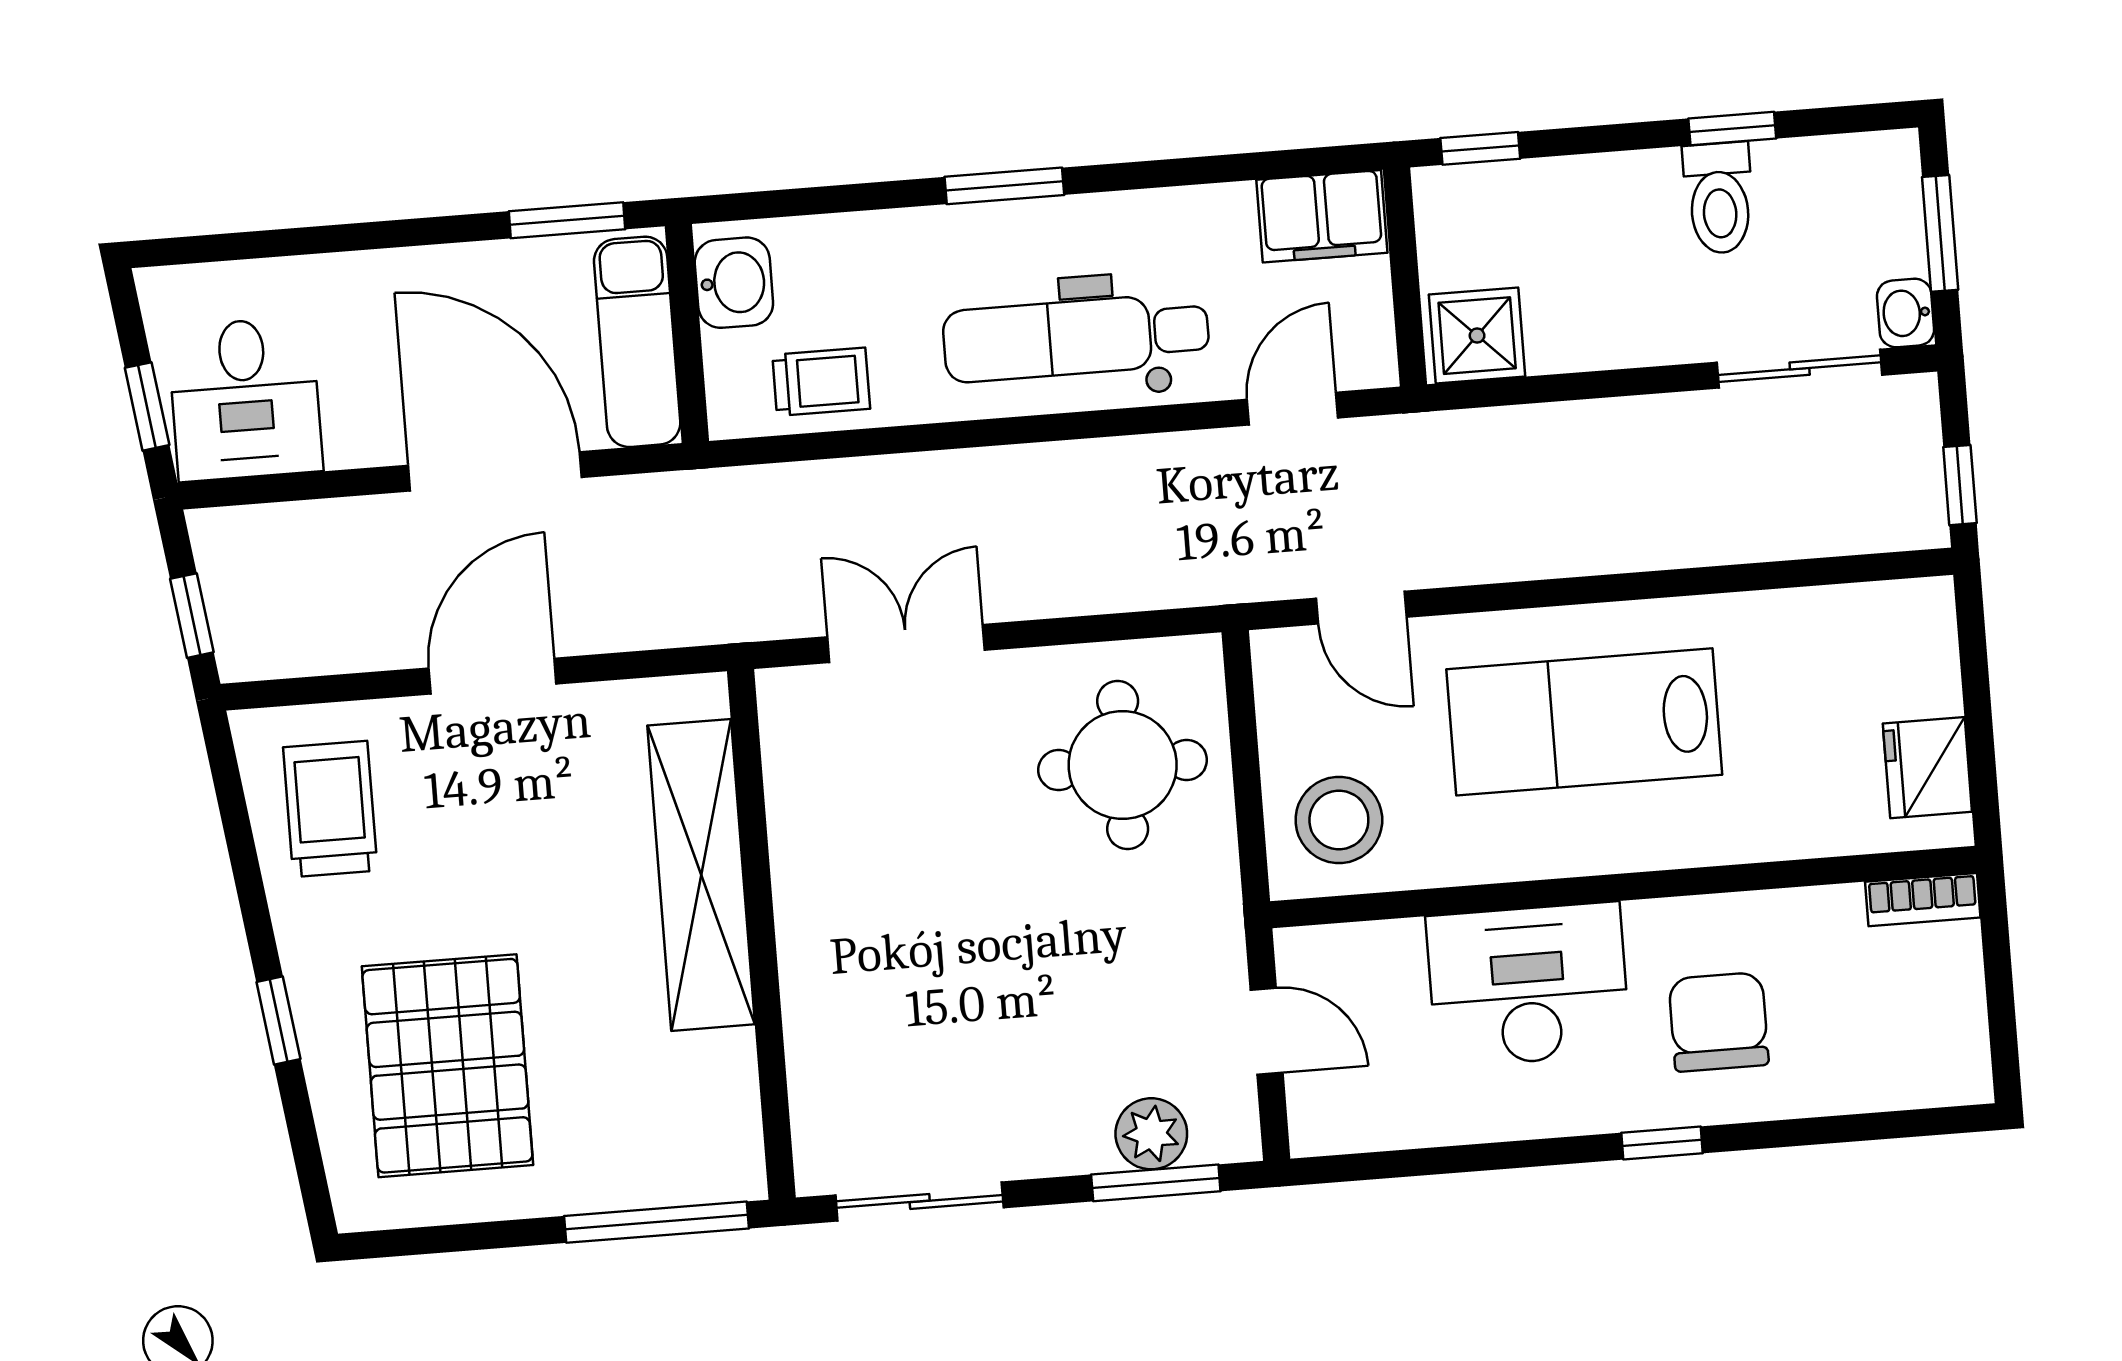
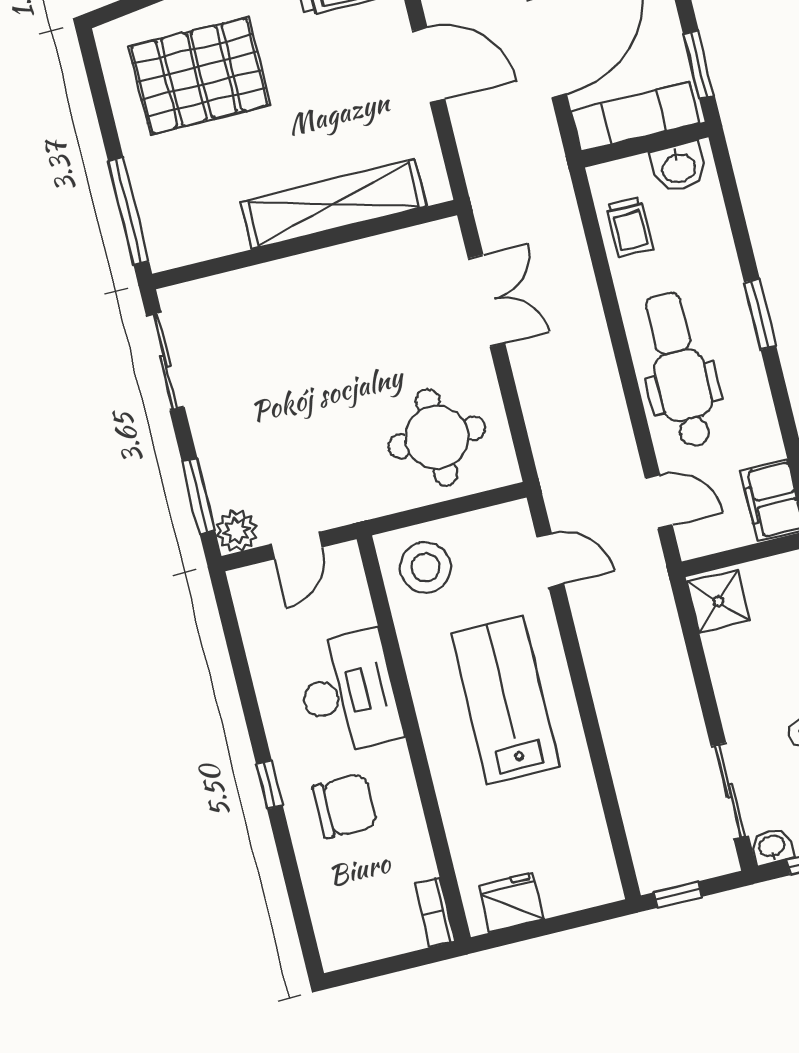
door: (1361, 608) -> (550, 560), swing flipped
plant: (1151, 1134) -> (237, 531), moved

